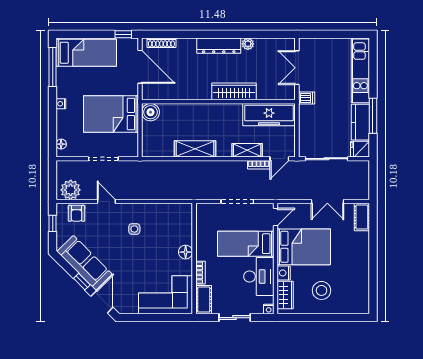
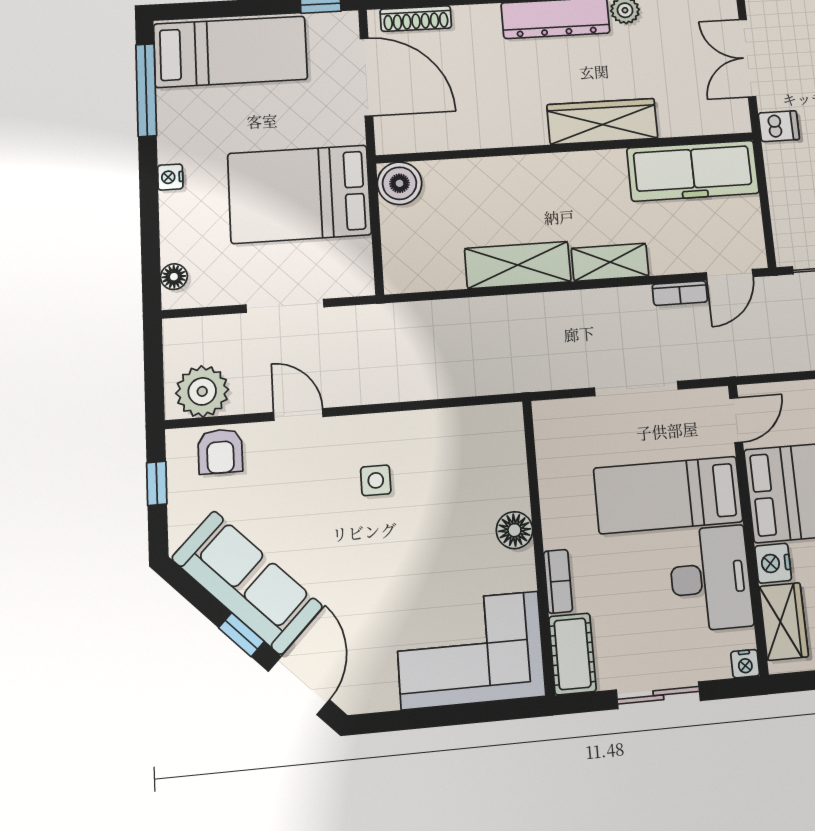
shelving: (247, 150) -> (610, 262), moved

